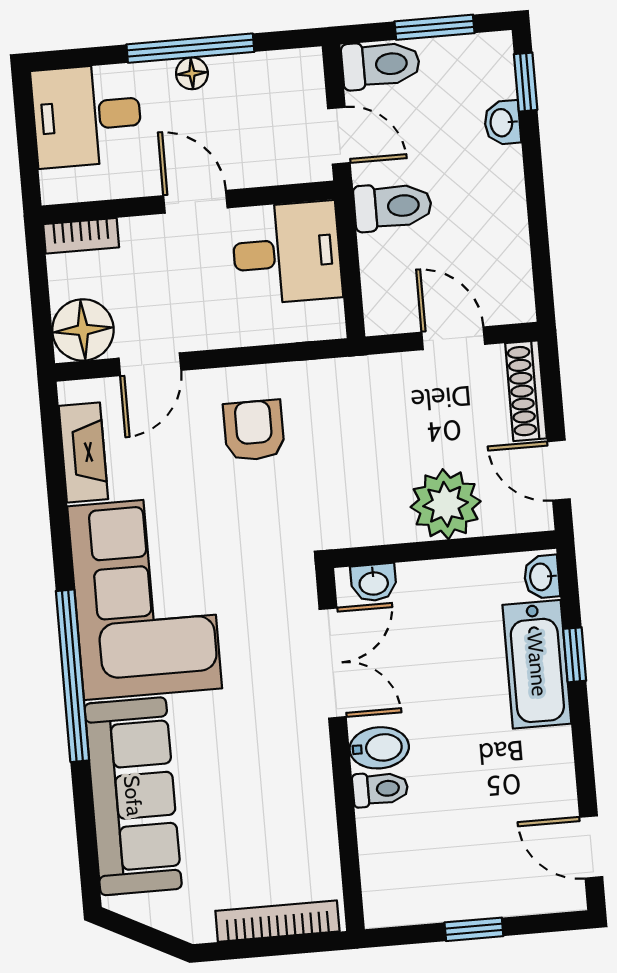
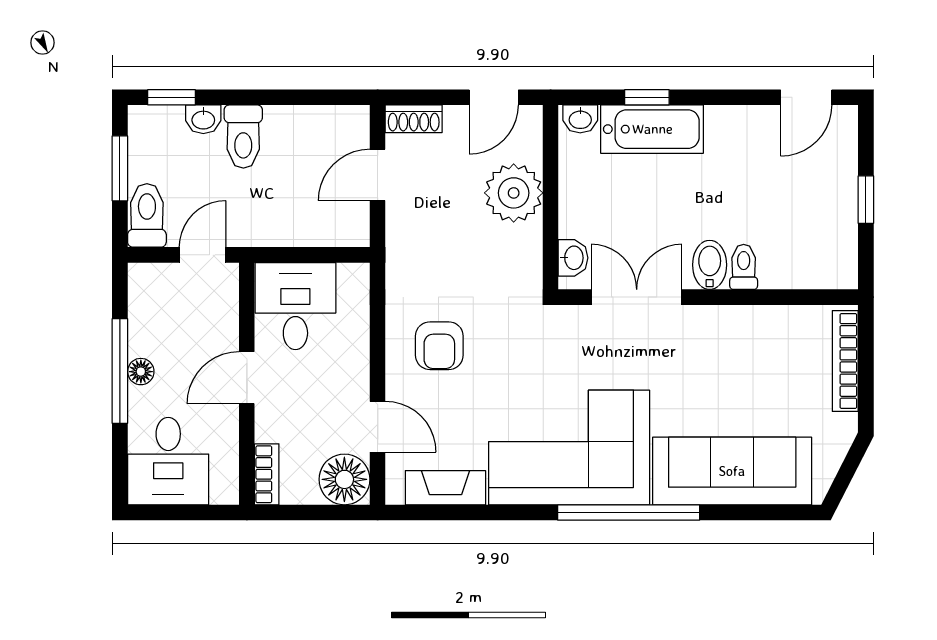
toilet: (393, 206) -> (243, 137), moved, turned 180
shoe rack: (526, 391) -> (414, 119), width x0.70
armchair: (254, 430) -> (439, 346), turned -90

